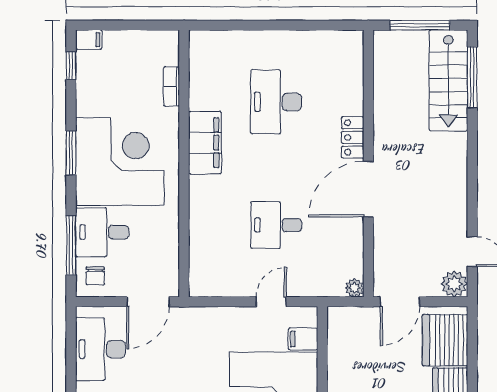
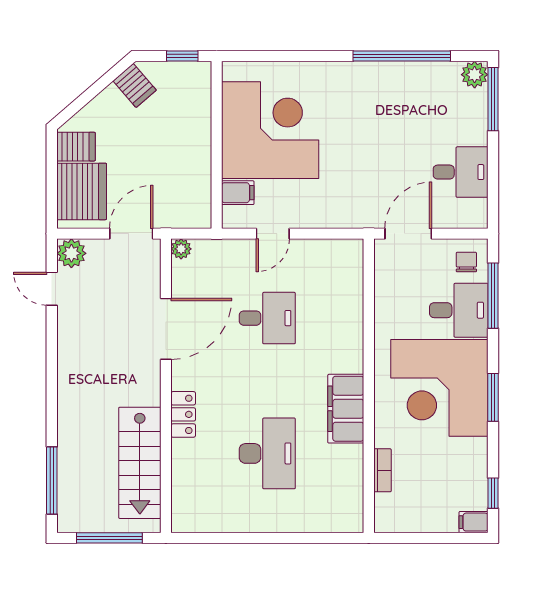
stairs: (448, 80) -> (140, 463), moved, turned 180
door: (368, 189) -> (166, 329), moved
desk: (100, 349) -> (461, 172), width x0.73

